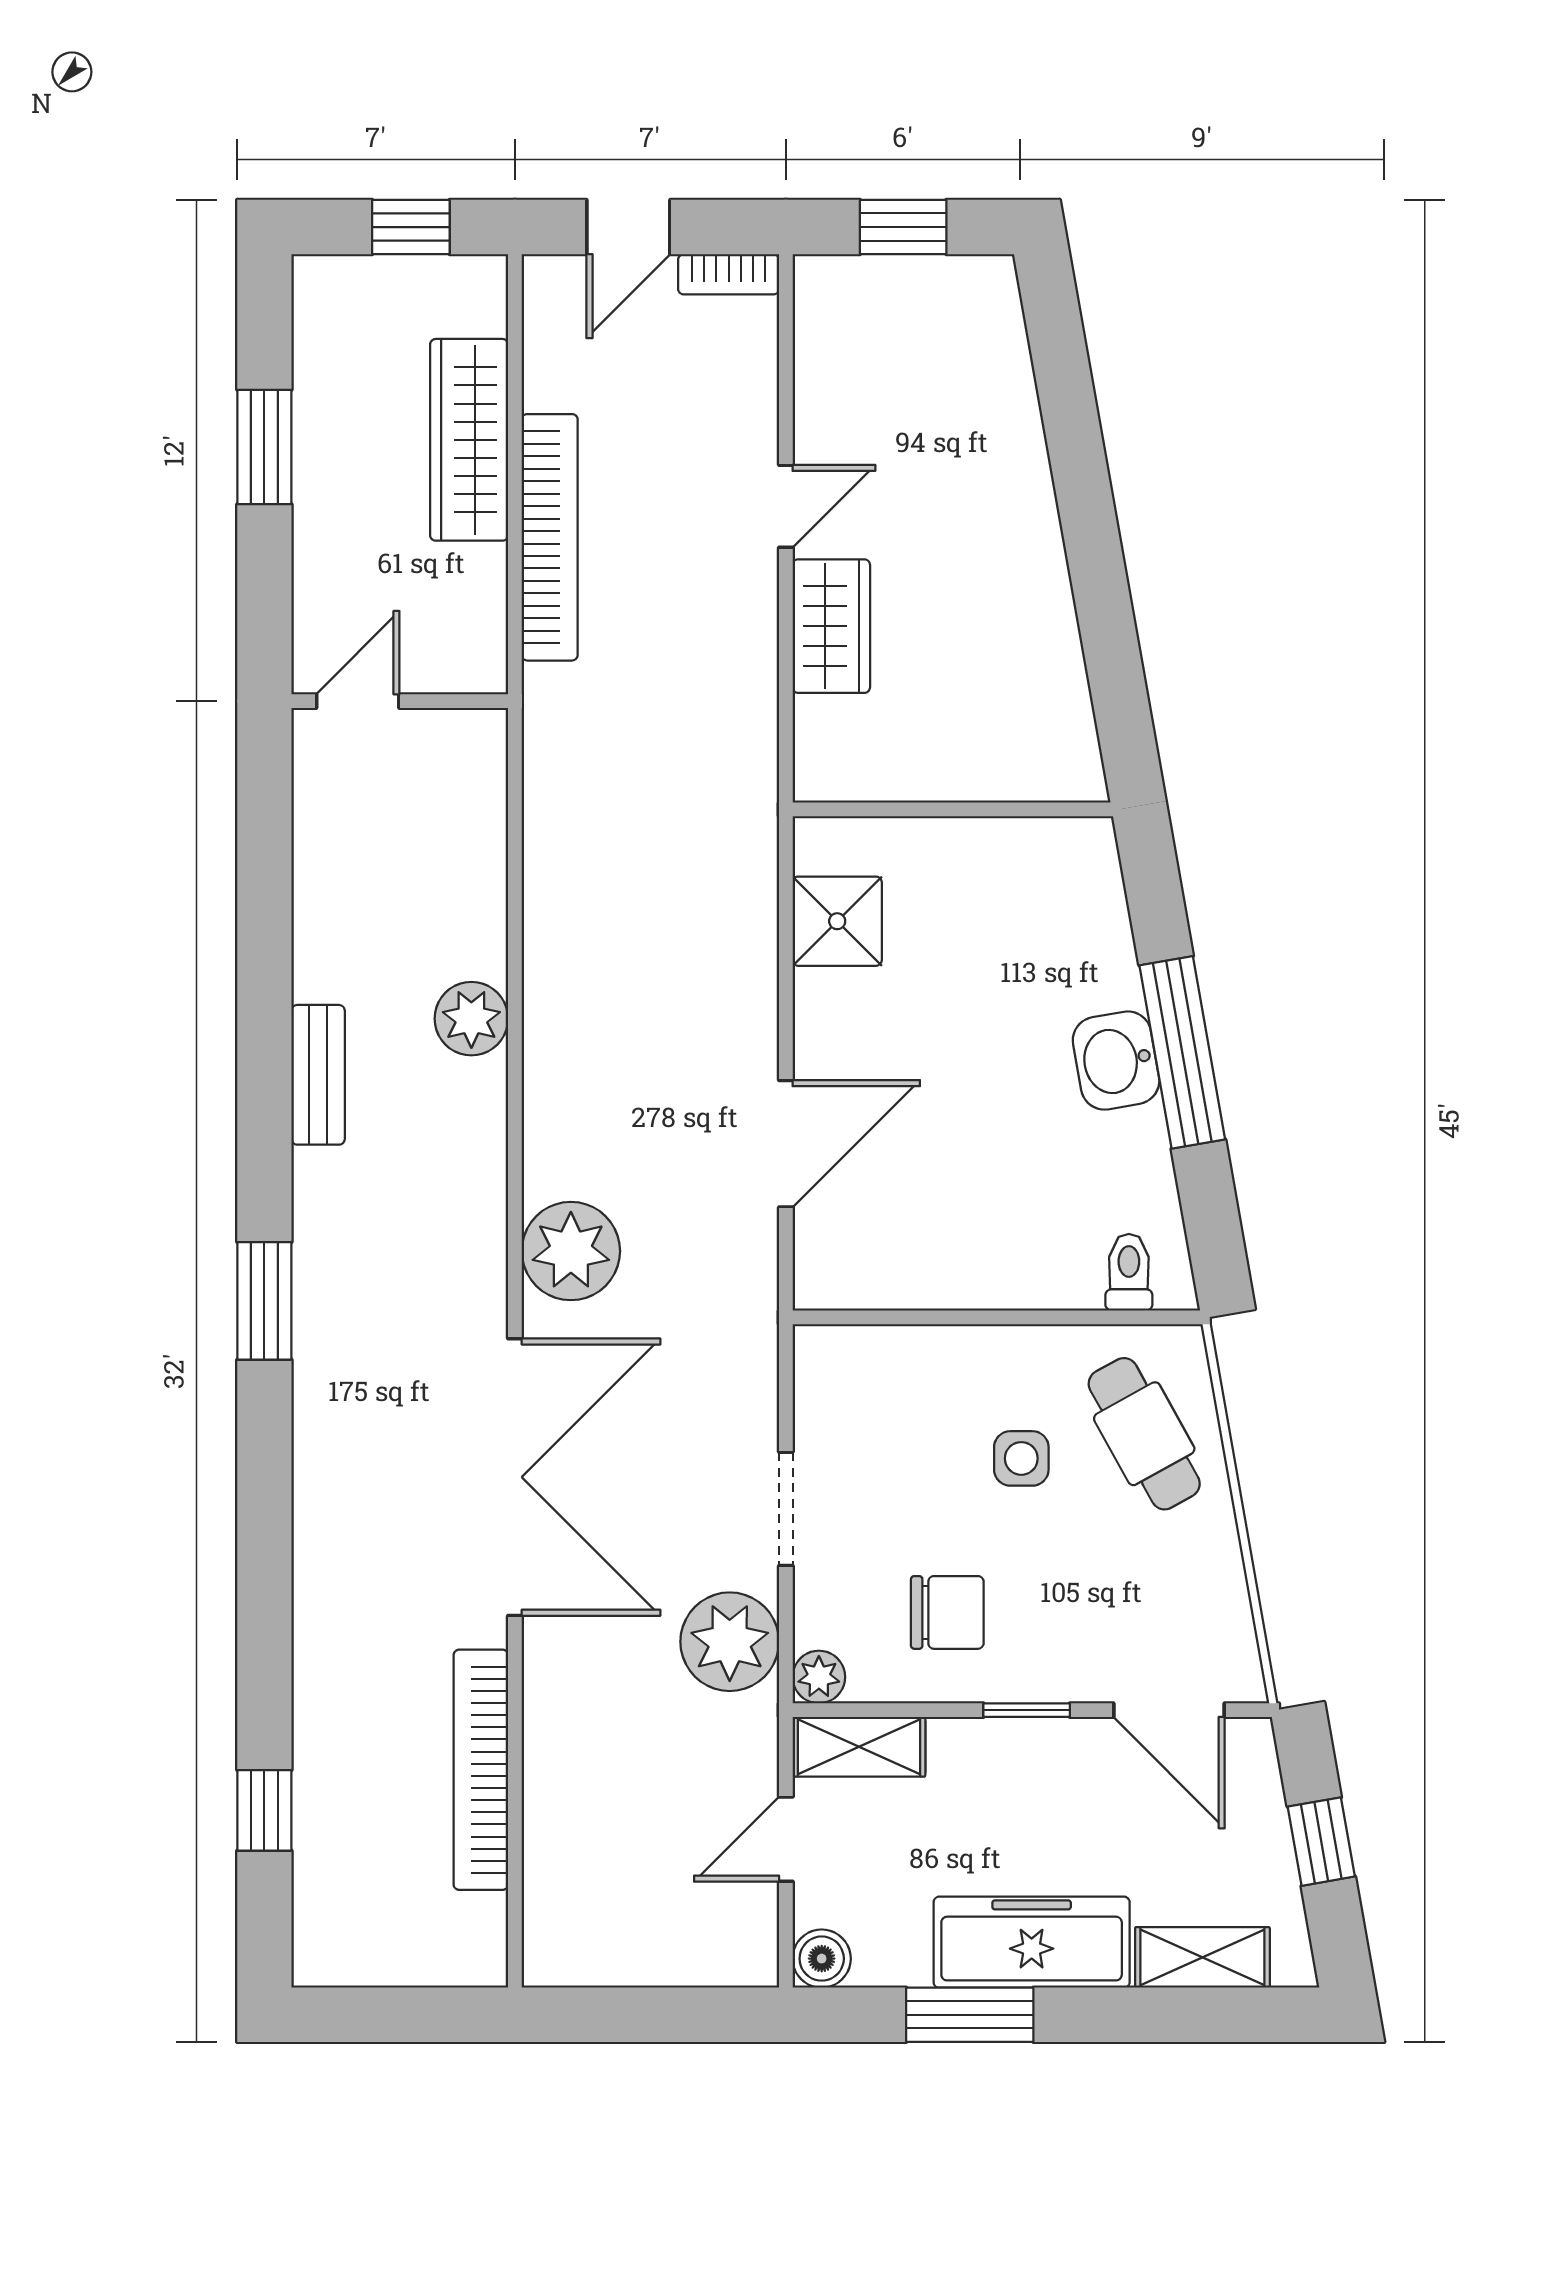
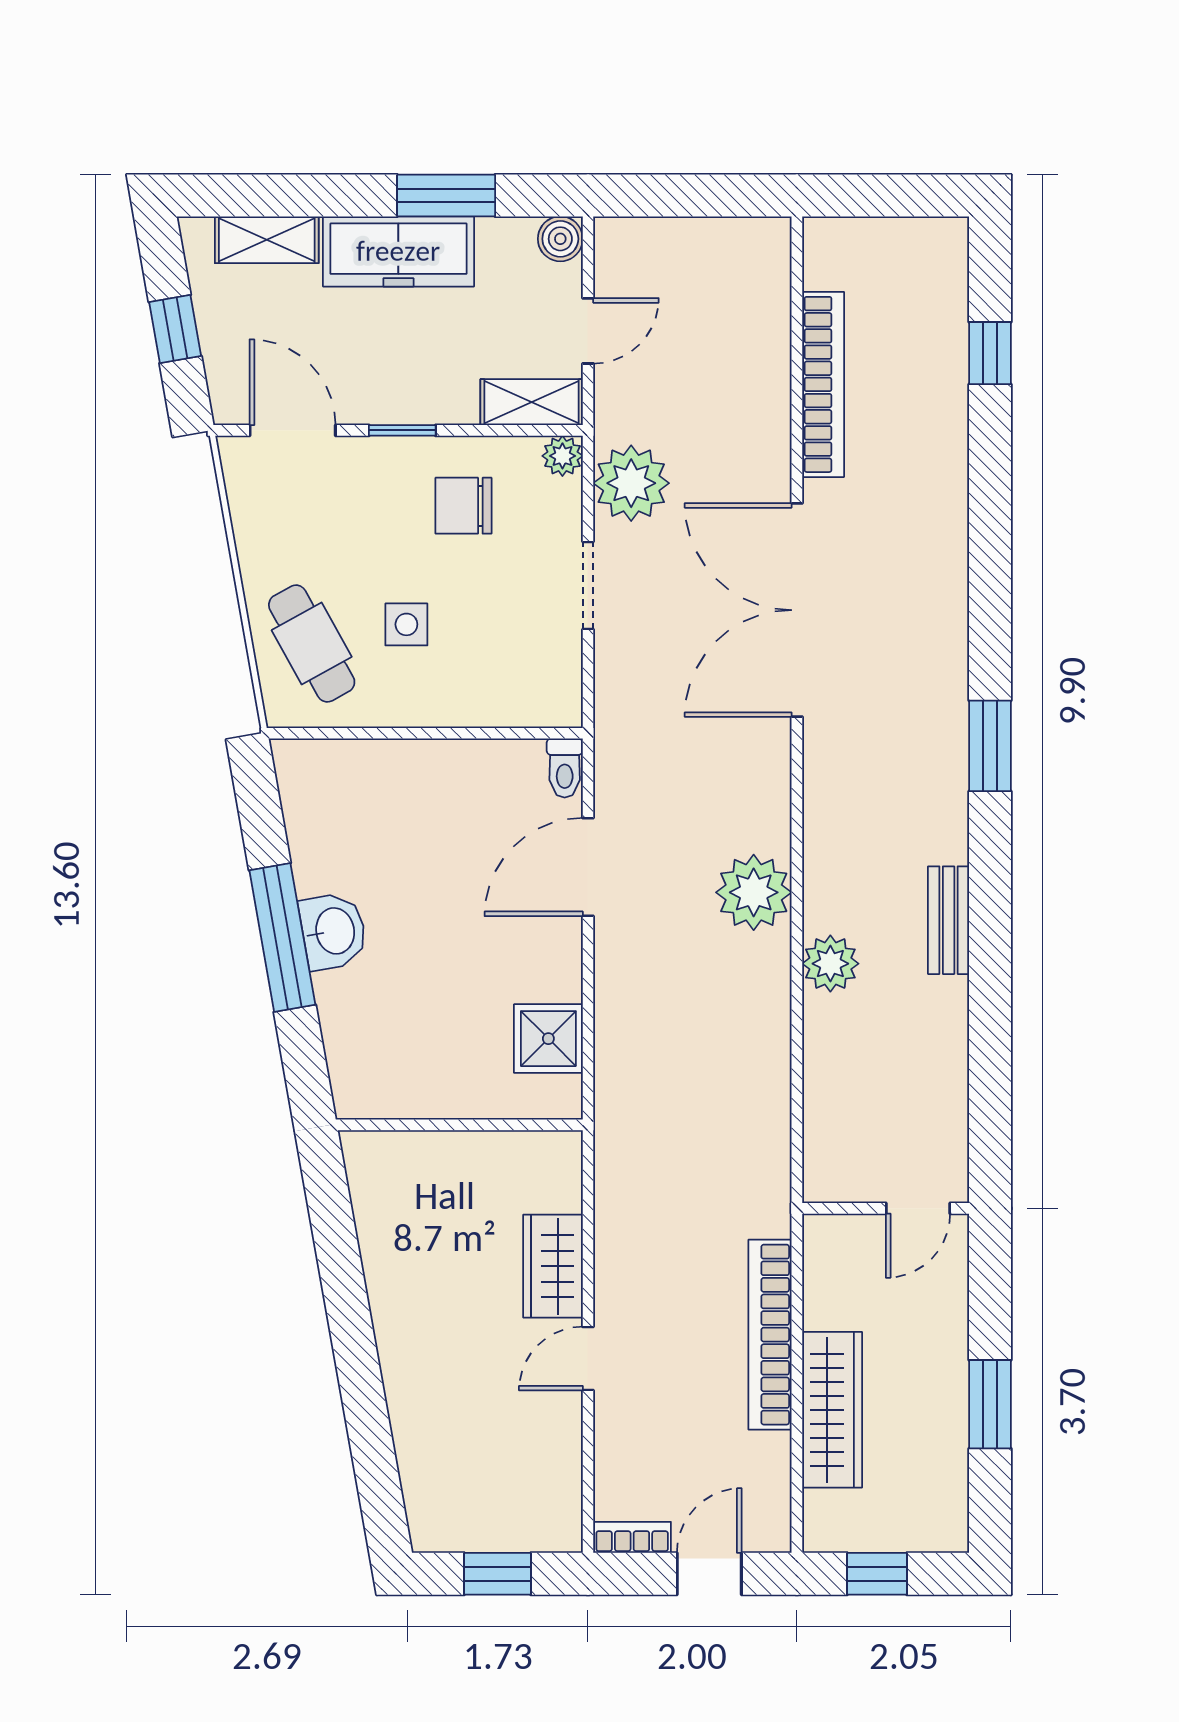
plant: (571, 1251) -> (754, 892), moved
toilet: (1129, 1272) -> (565, 768), moved

